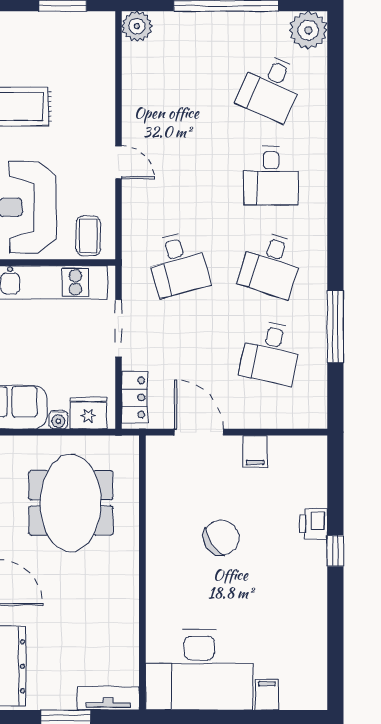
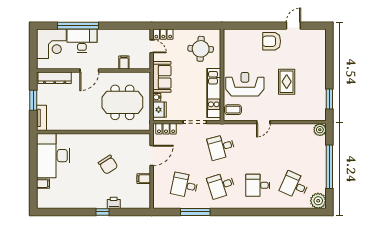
desk: (271, 264) -> (221, 185), turned -36

